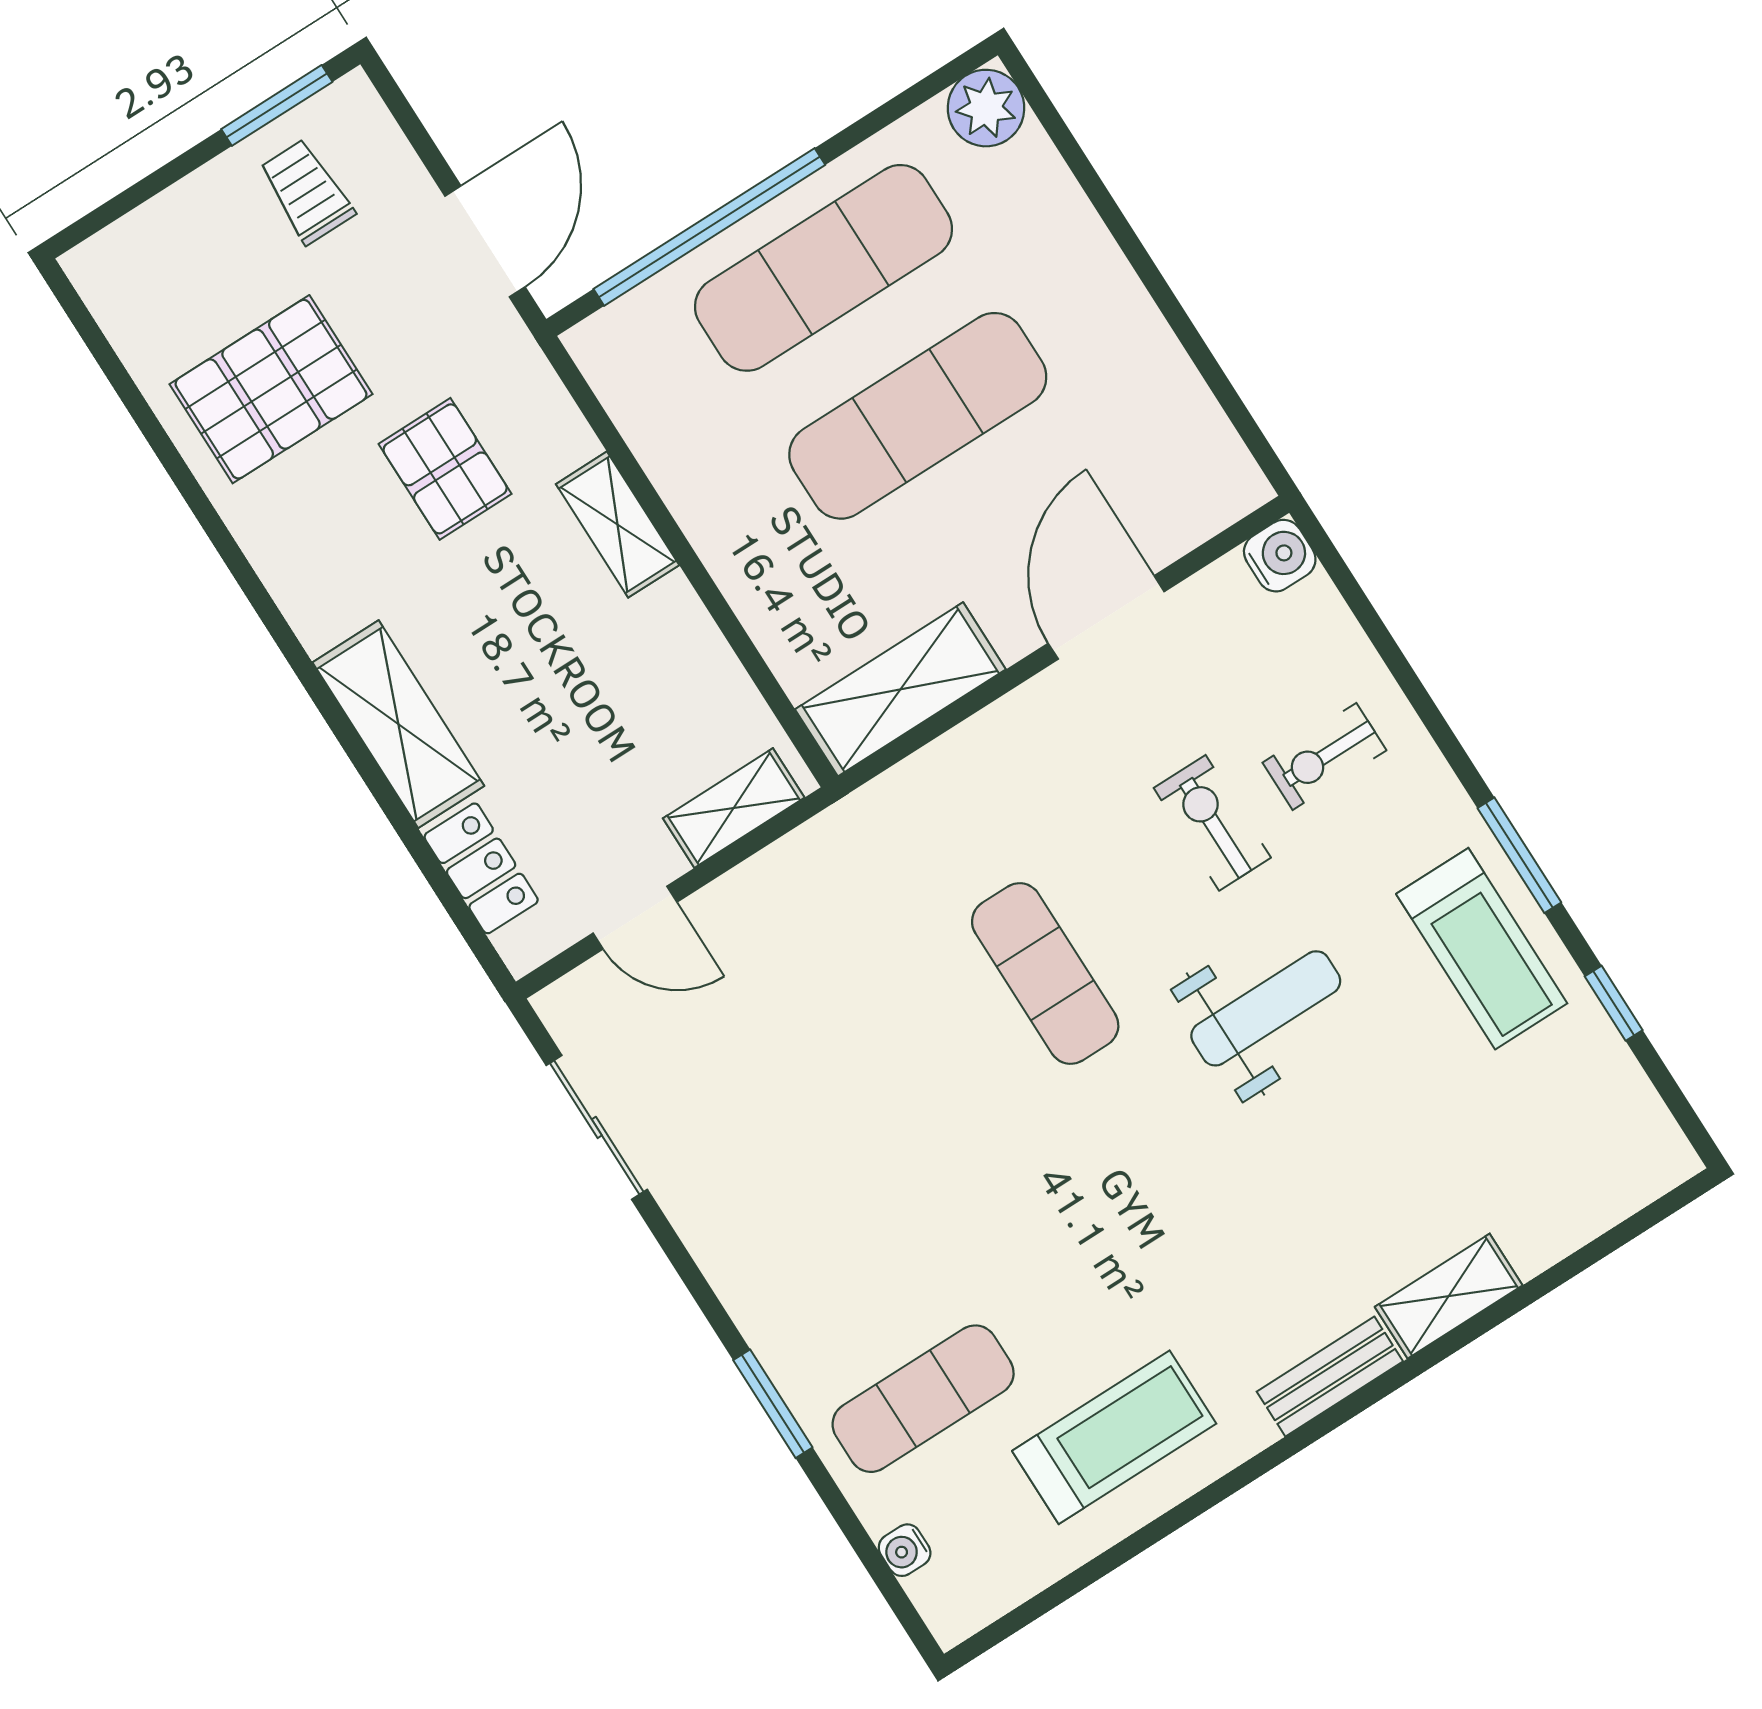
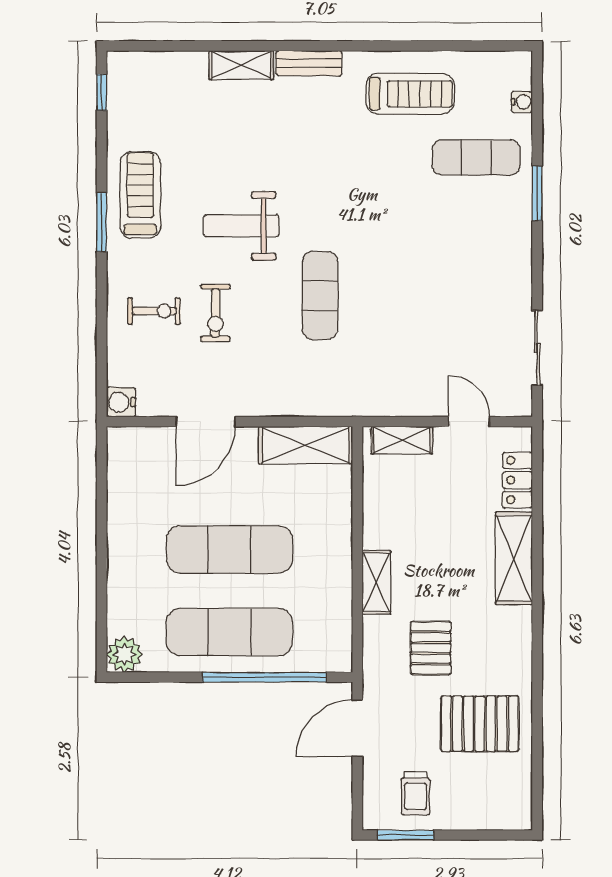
window: (1614, 1003) -> (102, 92), moved
treadmill: (1114, 1437) -> (410, 94), turned 180

